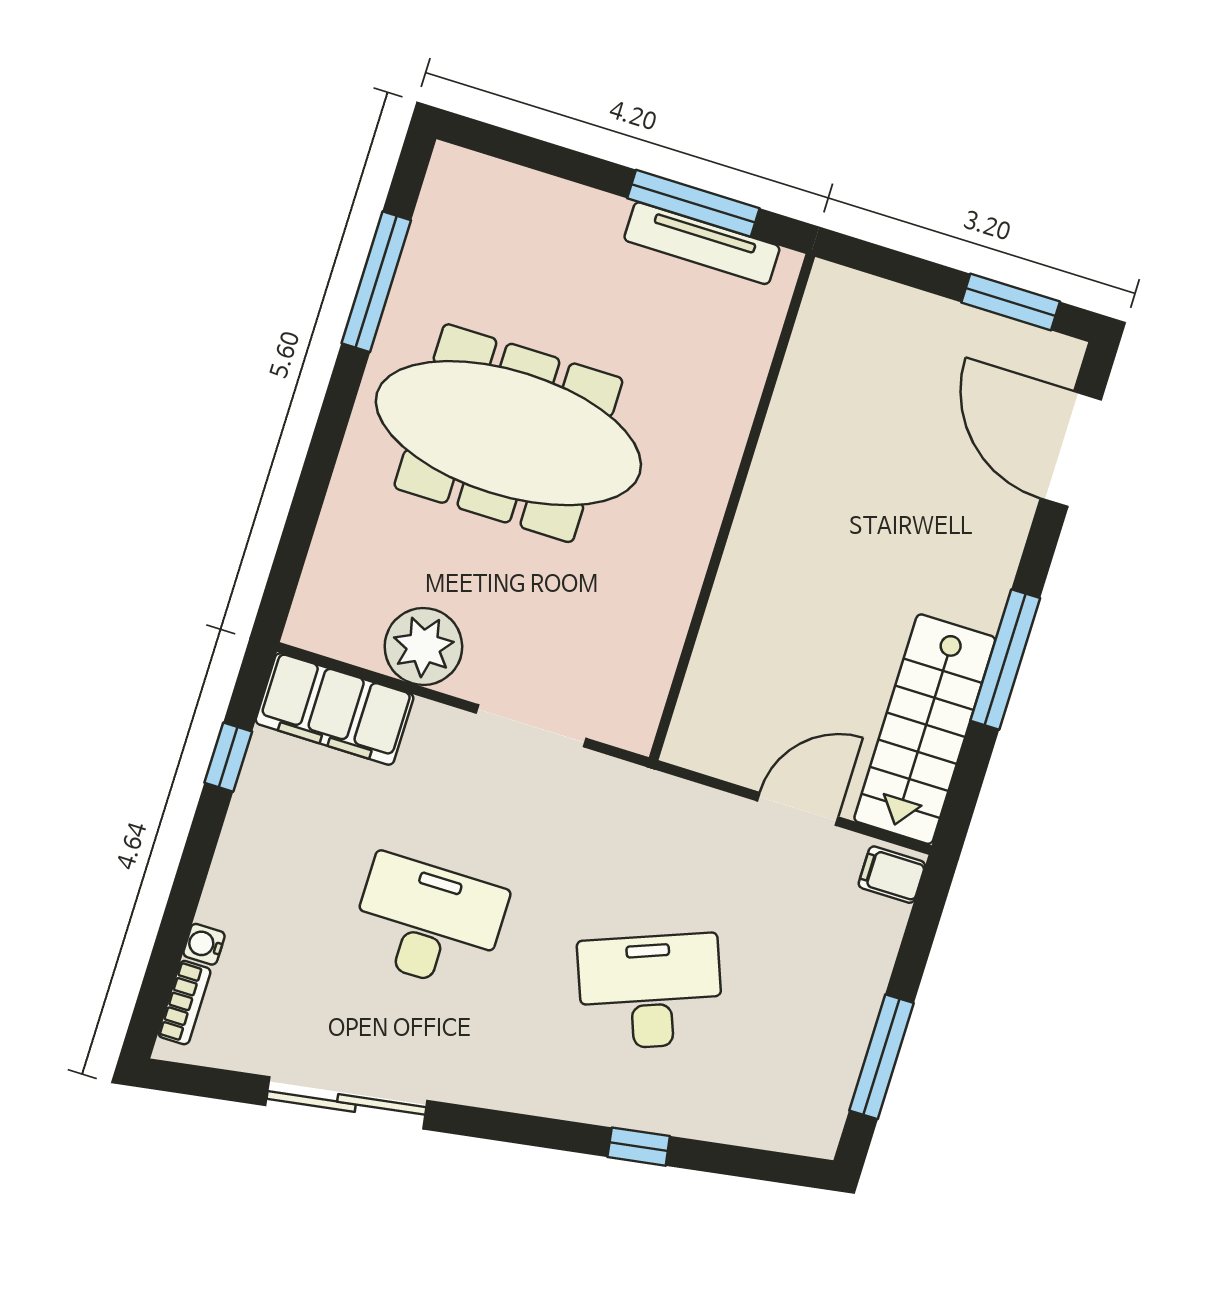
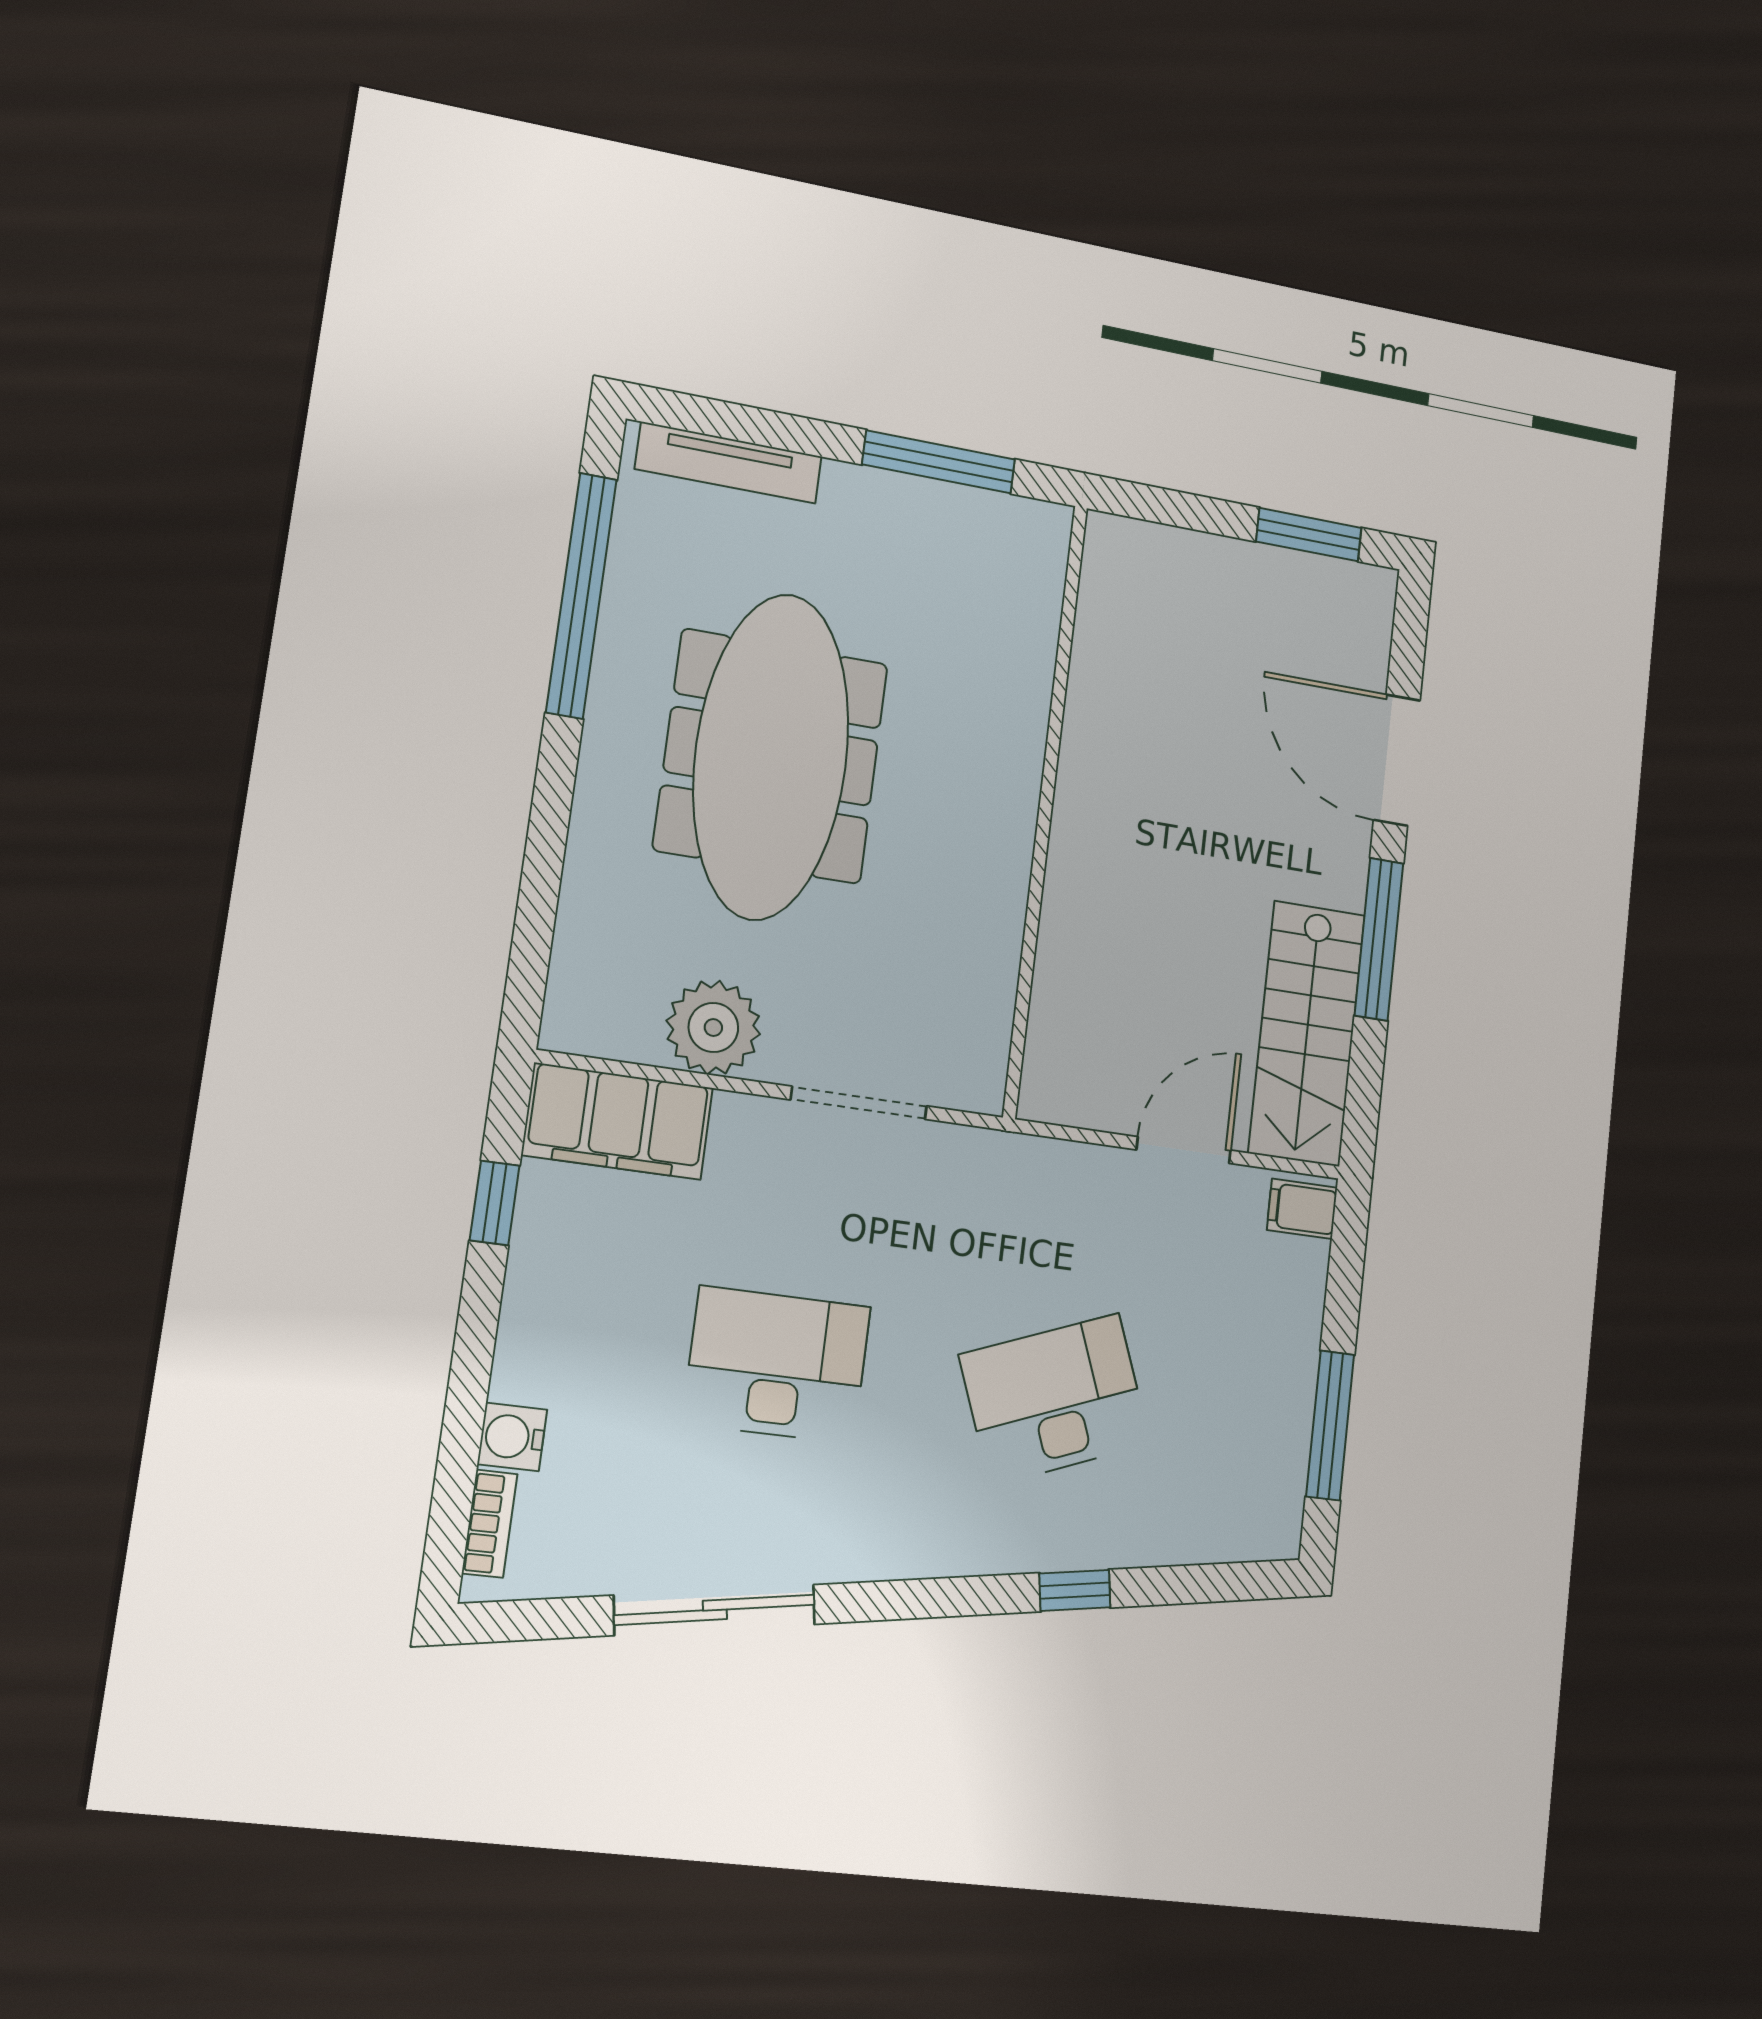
tv unit: (702, 243) -> (729, 463), moved
window: (376, 282) -> (581, 595), width x1.46
meeting table: (508, 433) -> (771, 756), turned 90
door: (1071, 449) -> (1397, 760), moved
water cooler: (204, 944) -> (512, 1437), width x1.38, depth x1.38

